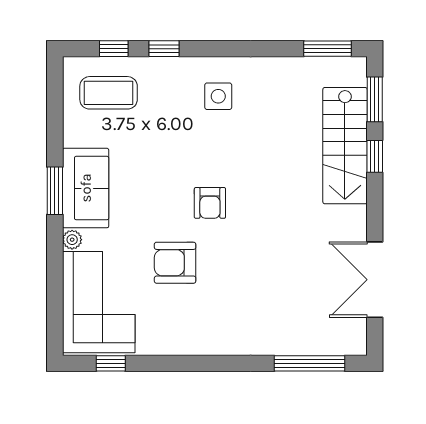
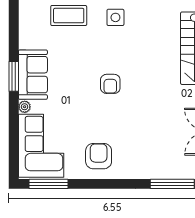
coffee table: (109, 93) -> (69, 16), moved
armchair: (175, 263) -> (99, 156), moved, turned 90
window: (111, 363) -> (49, 184), width x2.17

